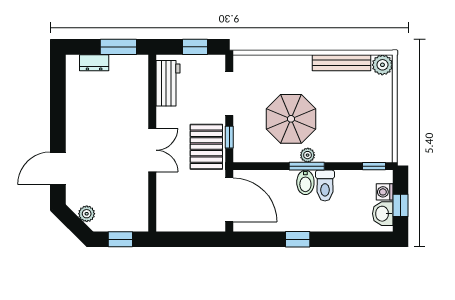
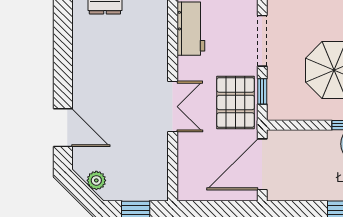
door: (58, 168) -> (63, 128), swing flipped
door: (229, 200) -> (262, 164), swing flipped

